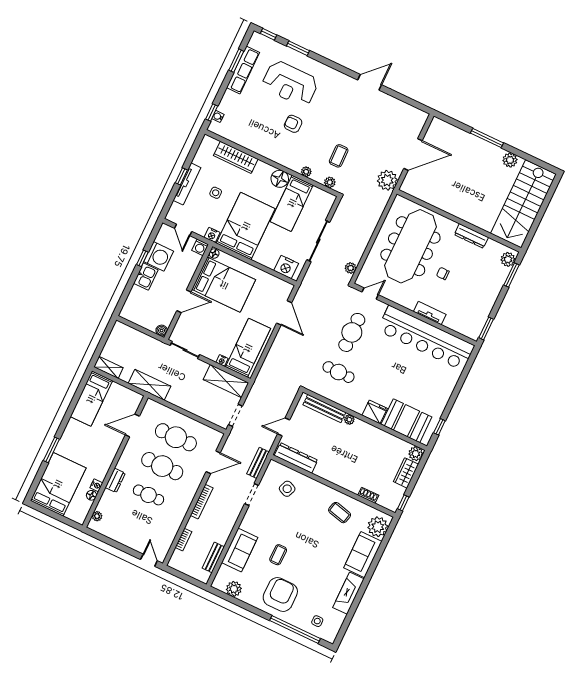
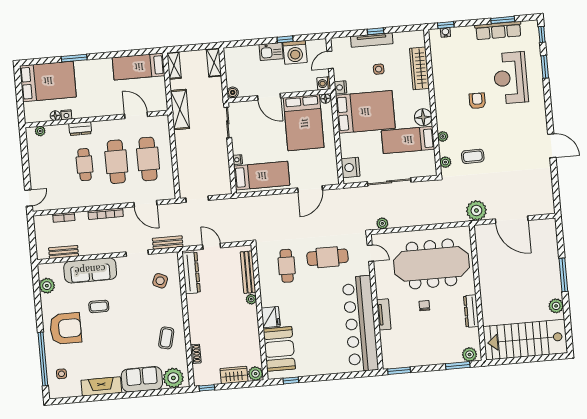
shelving: (226, 381) -> (214, 63), moved, width x0.67, depth x0.75
sofa: (240, 550) -> (90, 270), width x1.36

